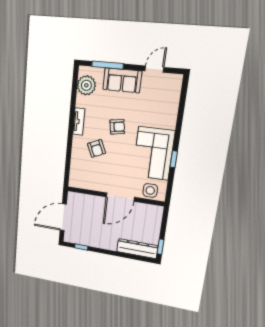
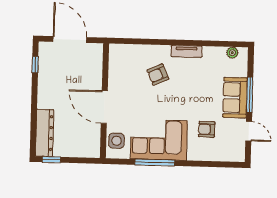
window: (107, 65) -> (250, 95), moved
plant: (86, 85) -> (232, 53), width x0.53, depth x0.53
armchair: (117, 127) -> (207, 129), moved, turned 100
window: (174, 159) -> (155, 162), width x2.17

